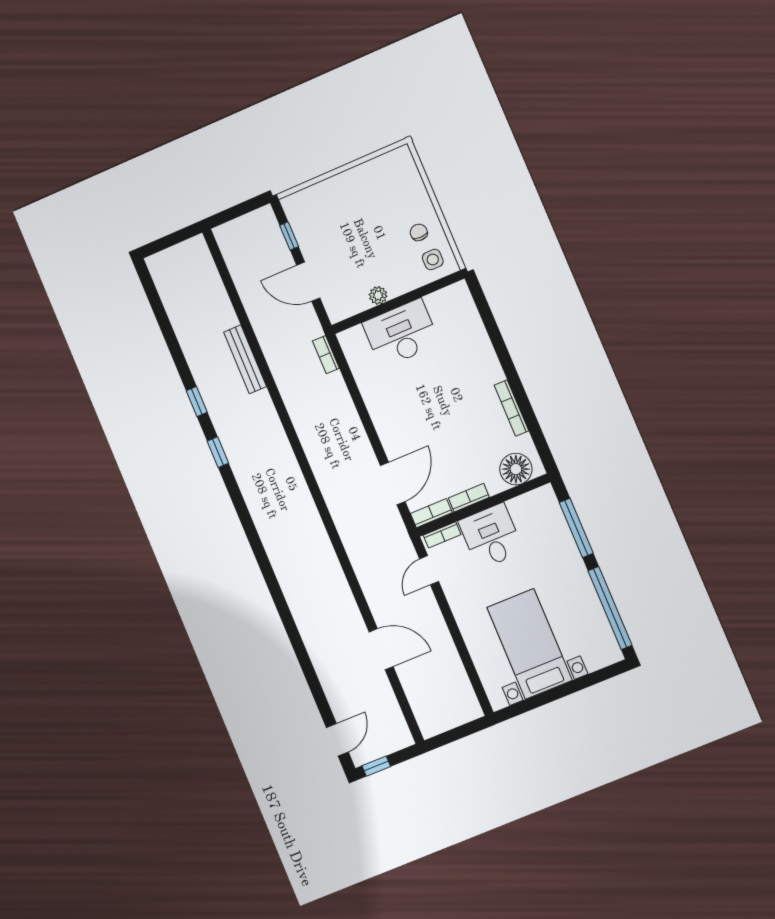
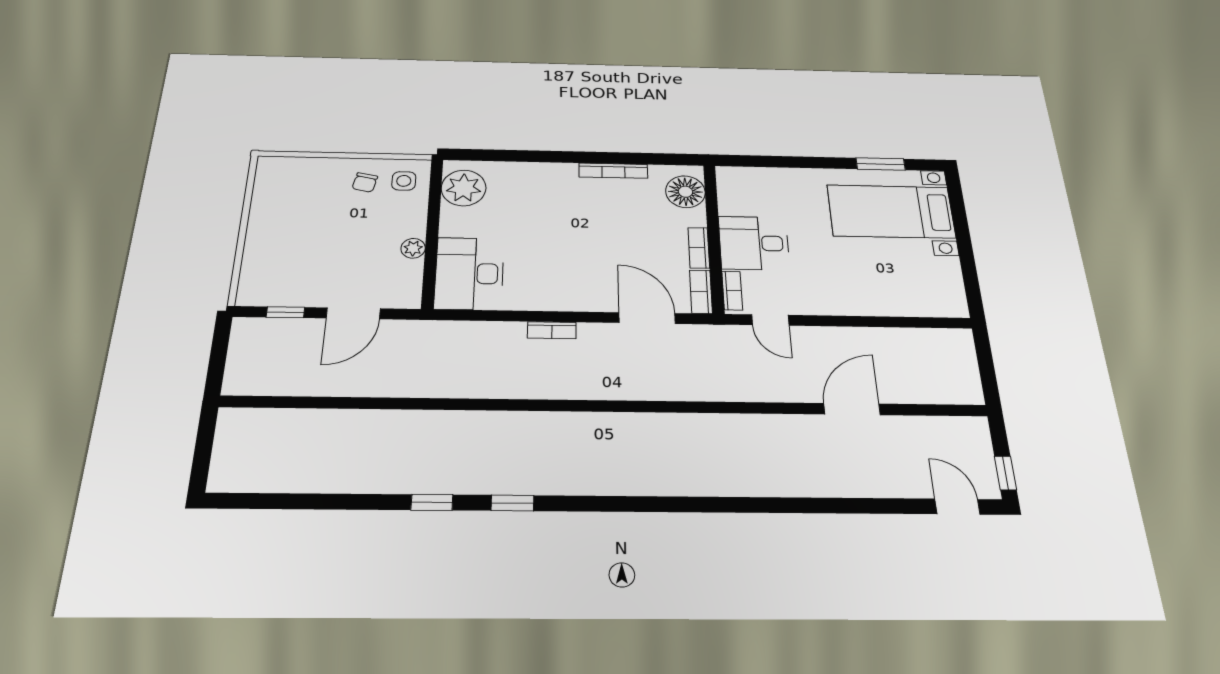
chair: (419, 232) -> (365, 182), turned -78
plant: (446, 306) -> (464, 188), added
desk: (401, 333) -> (469, 273), moved
bookcase: (326, 355) -> (552, 330), moved
bench: (245, 359) -> (409, 421), removed
window: (576, 528) -> (777, 162), removed
window: (610, 608) -> (881, 164), width x0.47
bed with nightstands: (530, 644) -> (891, 211), moved

